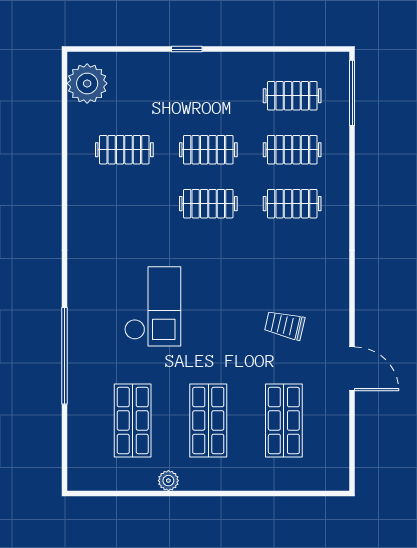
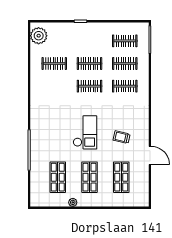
checkout: (153, 306) -> (85, 132), moved

